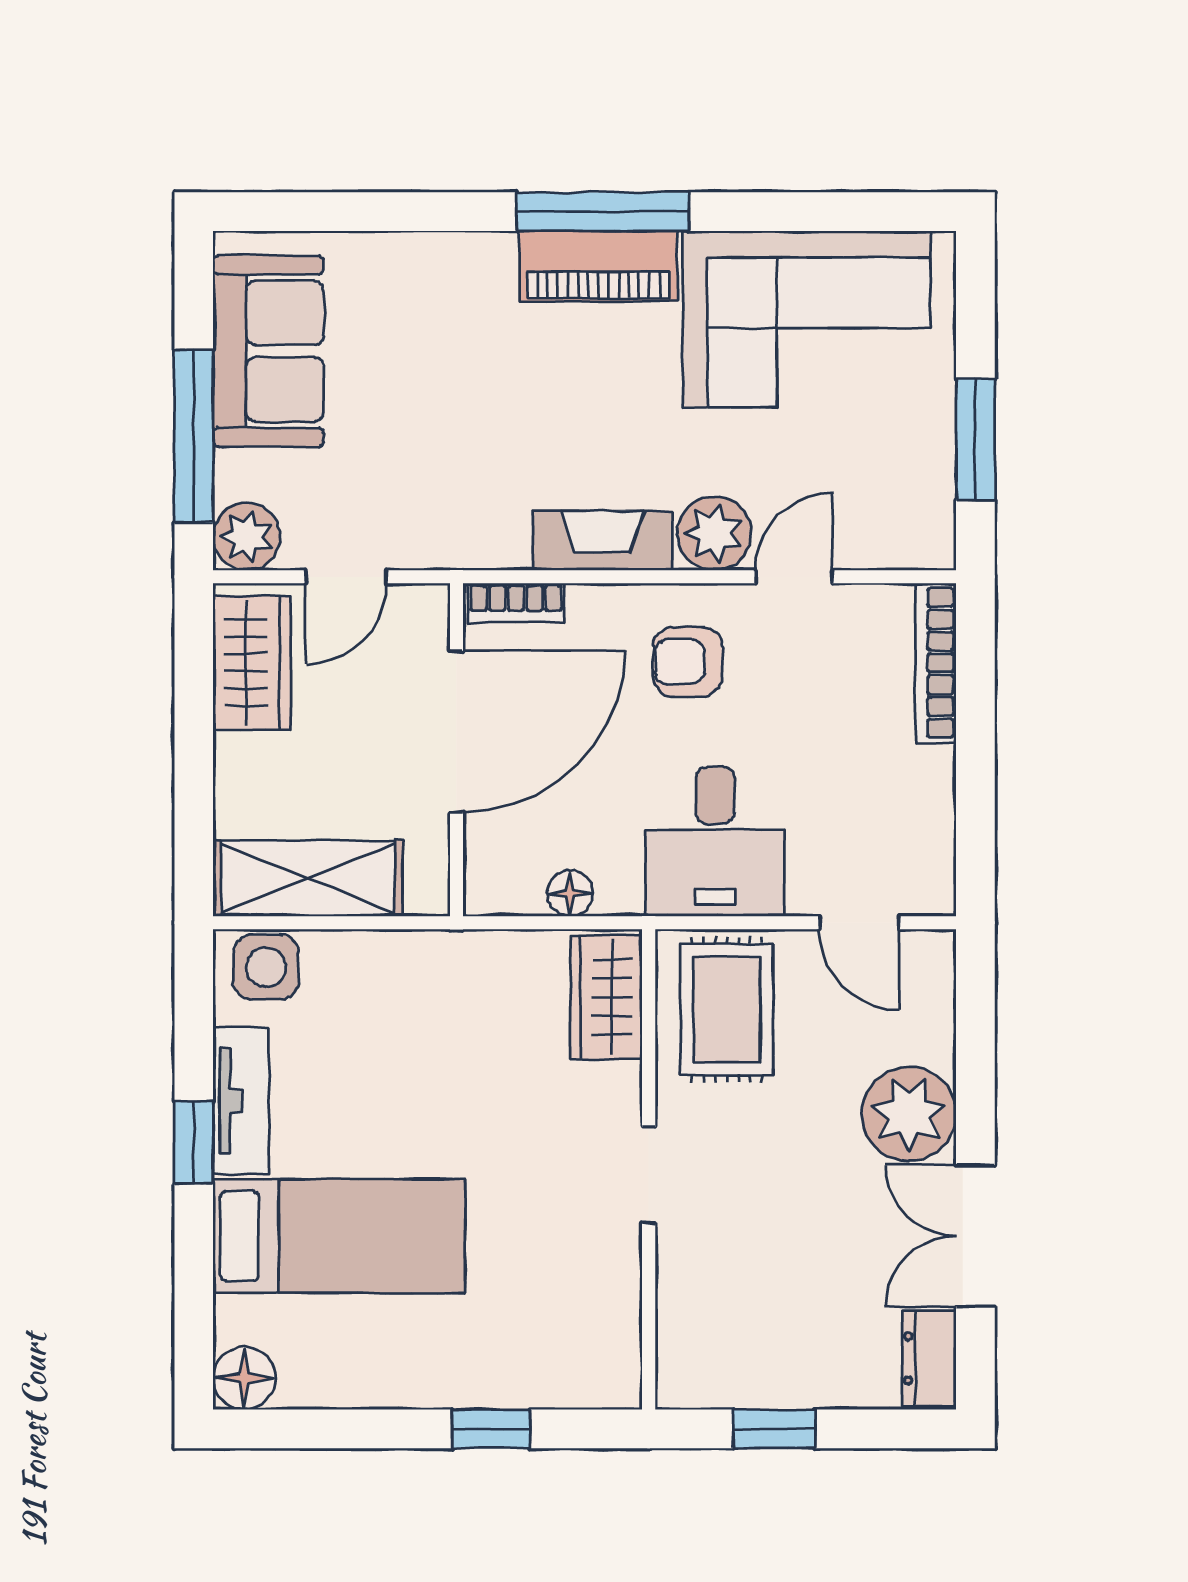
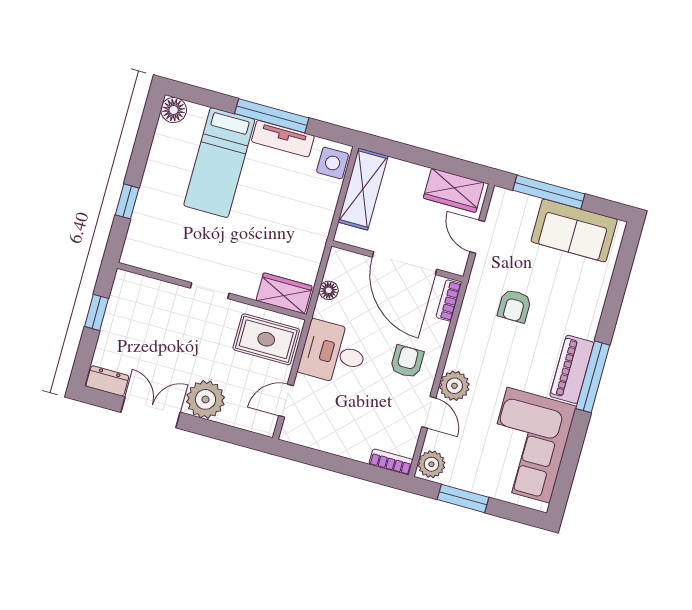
armchair: (486, 443) -> (514, 306), added
plant: (247, 537) -> (431, 464), moved
fireplace: (603, 541) -> (464, 341), removed
bookcase: (936, 663) -> (391, 462), width x0.64
window: (194, 1142) -> (272, 116), width x2.17

